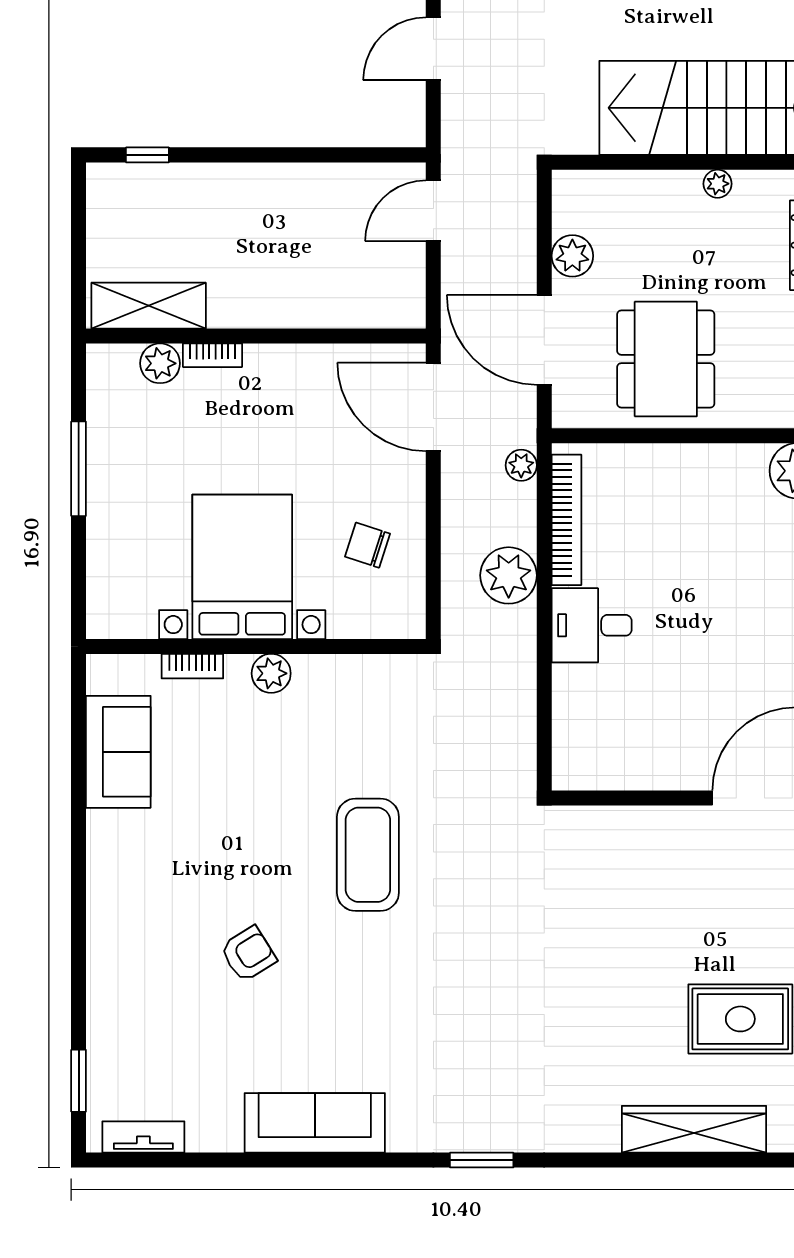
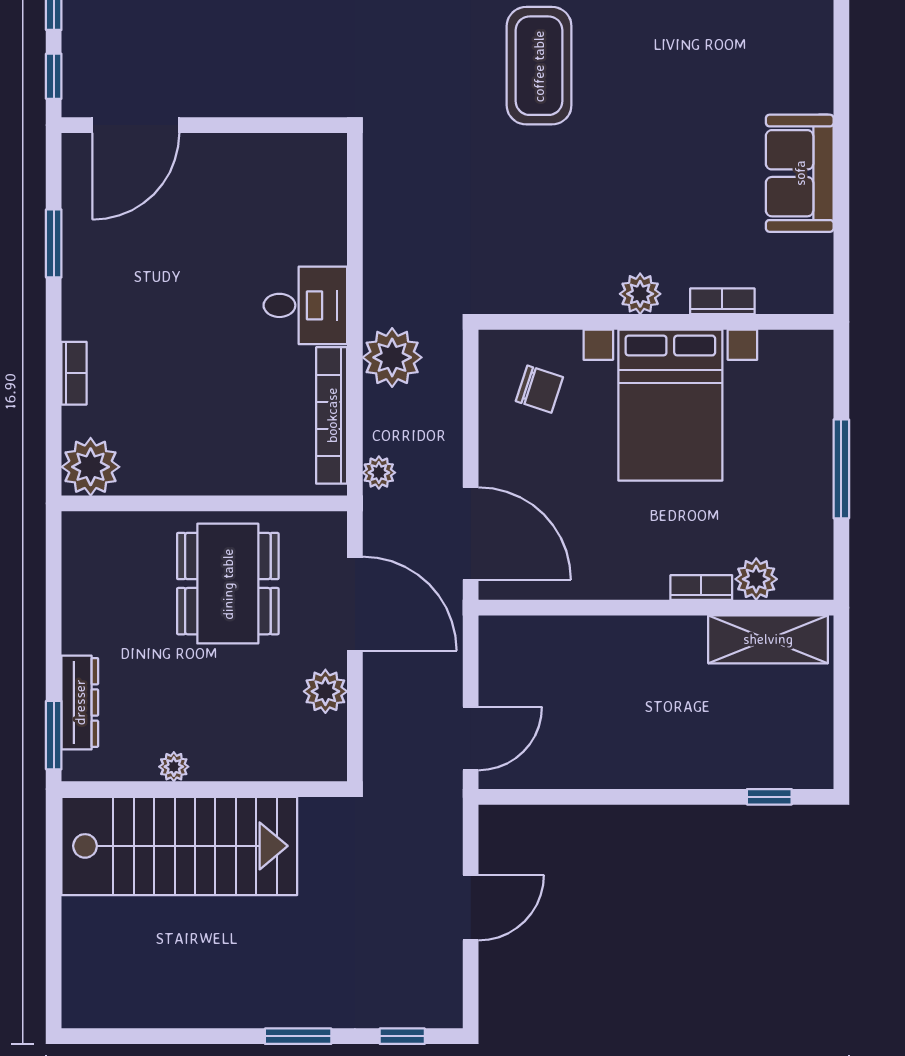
bed with nightstands: (242, 567) -> (670, 405), moved
wall: (256, 646) -> (656, 322), moved
bookcase: (192, 666) -> (722, 301), moved
plant: (271, 673) -> (640, 294), moved

